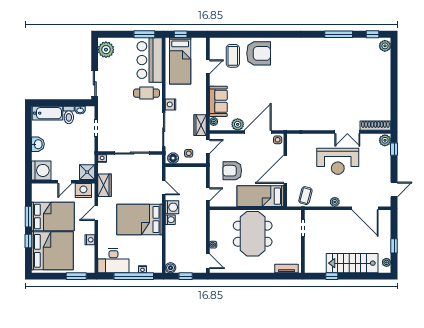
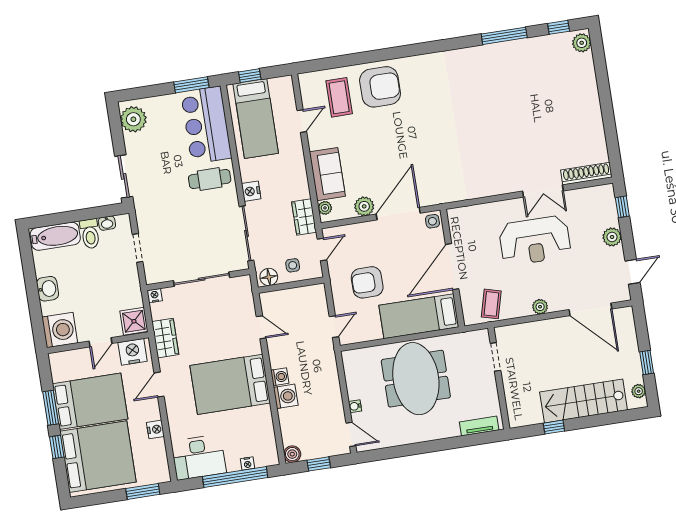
plant: (385, 140) -> (612, 237), moved
washing machine: (172, 207) -> (286, 396), moved

